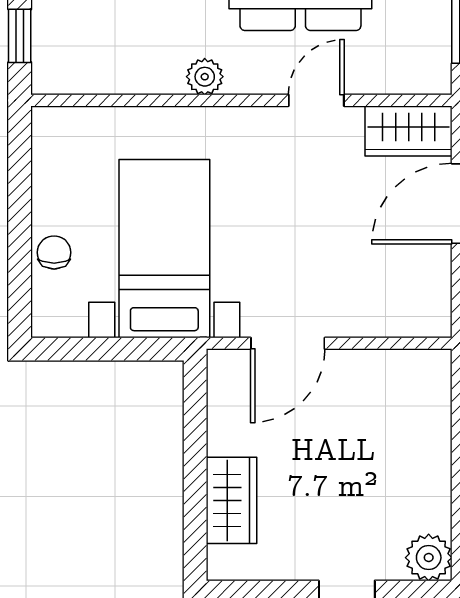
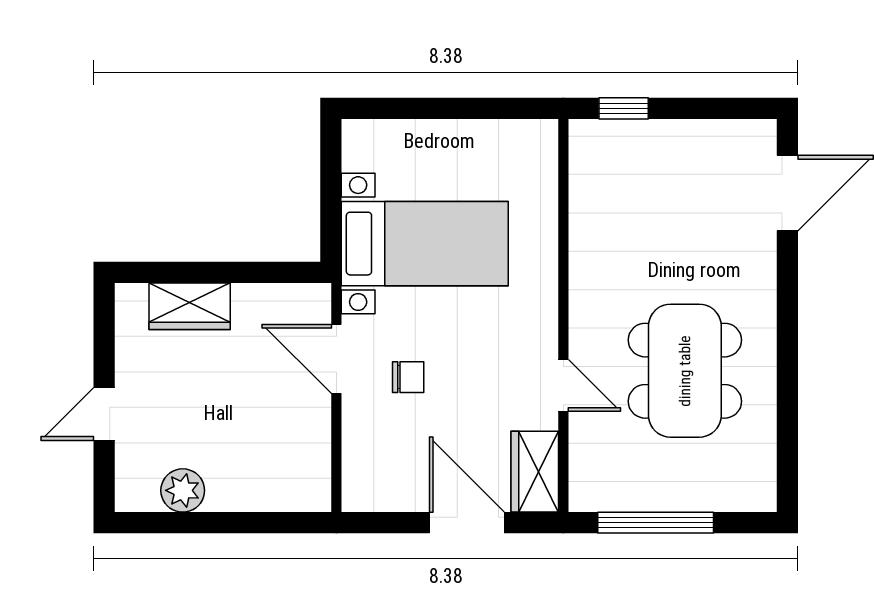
plant: (205, 77) -> (585, 281), removed
chair: (54, 252) -> (408, 377), moved
plant: (429, 558) -> (183, 490), moved

